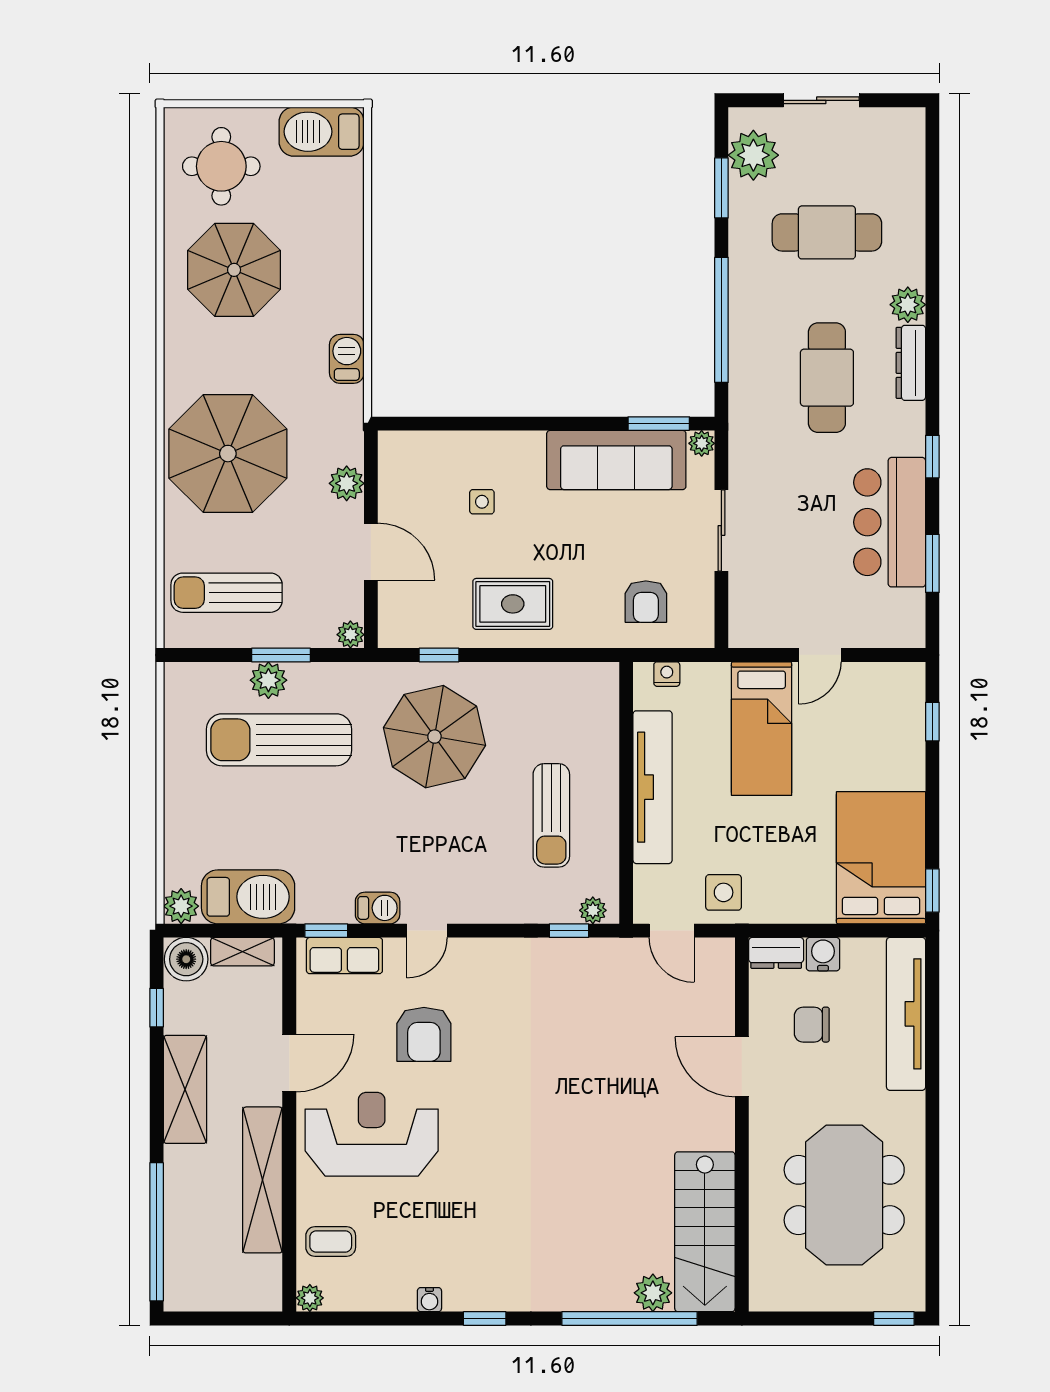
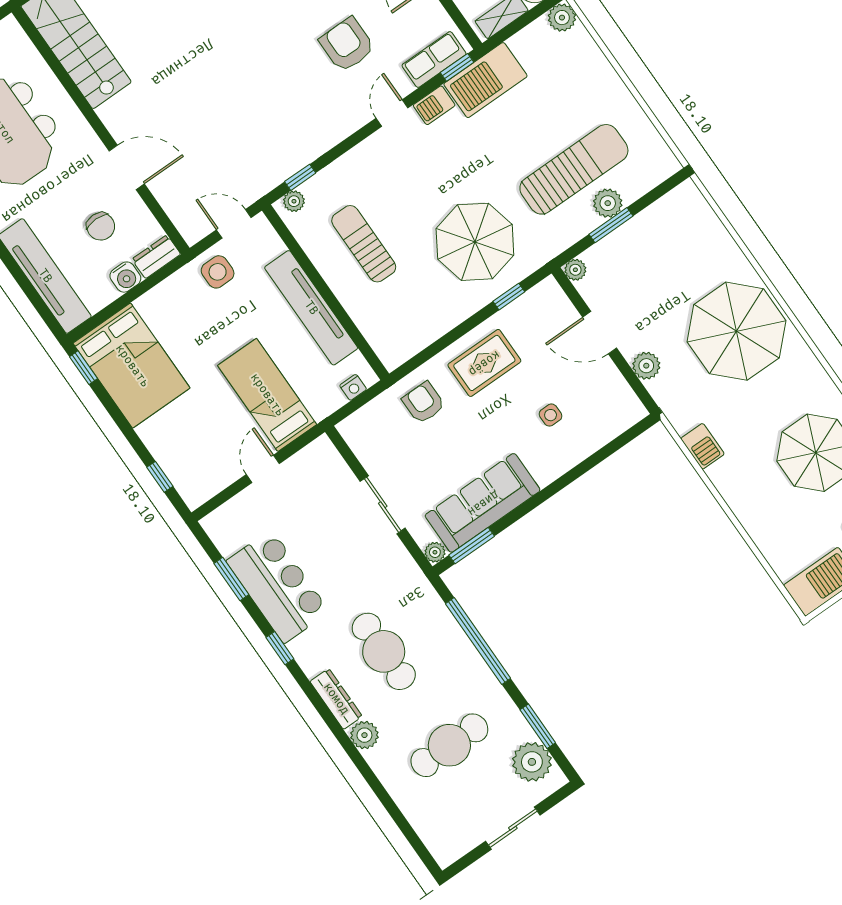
sun lounger: (227, 593) -> (674, 241), removed
armchair: (646, 602) -> (423, 403), moved
barbecue: (248, 897) -> (485, 80), moved
chair: (812, 1025) -> (101, 226), turned 90

